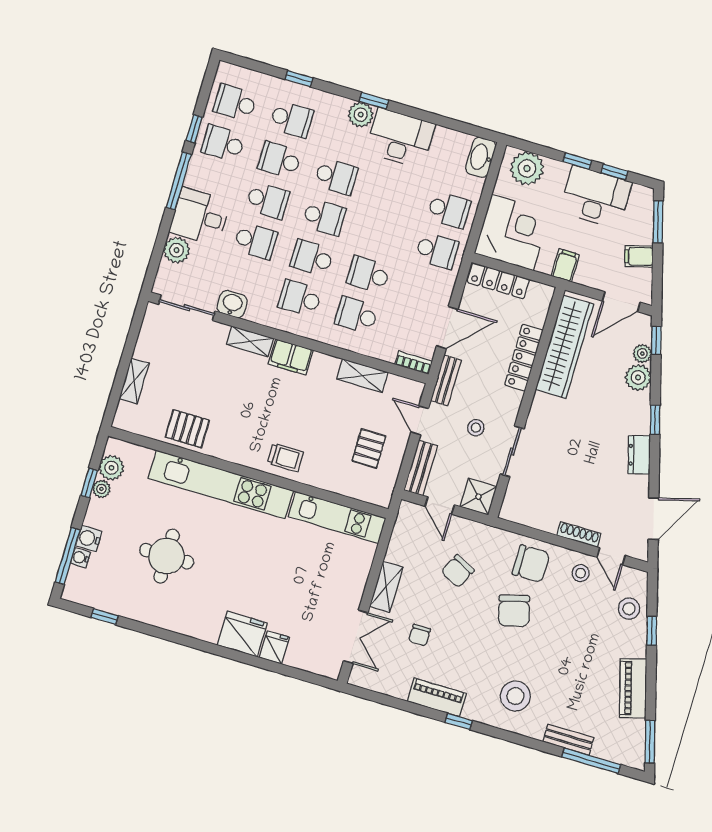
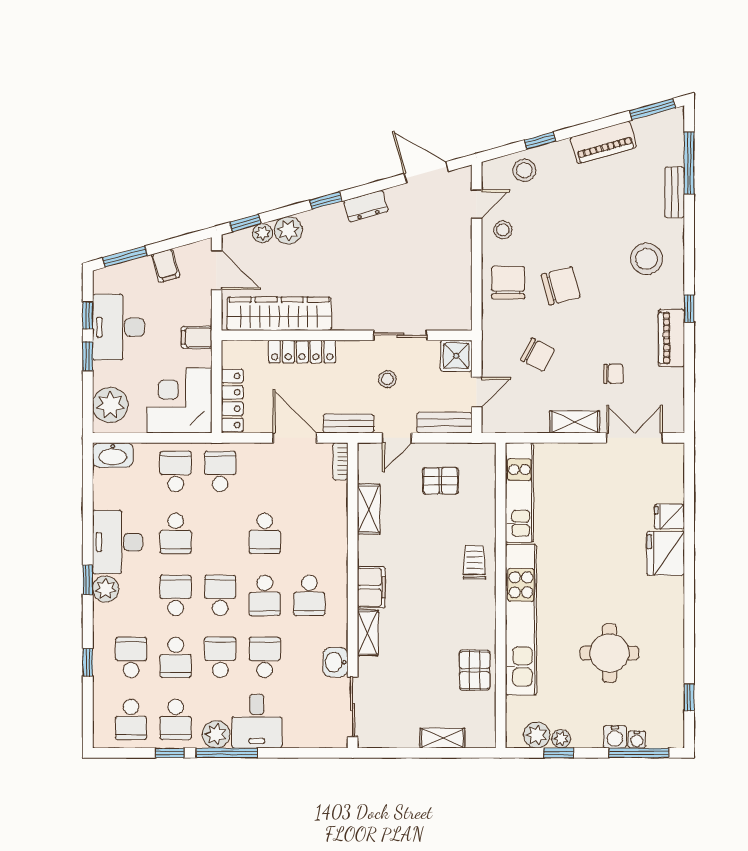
plant: (177, 250) -> (216, 734), moved
school desk: (356, 315) -> (176, 533), moved
shoe rack: (579, 535) -> (464, 243), removed

